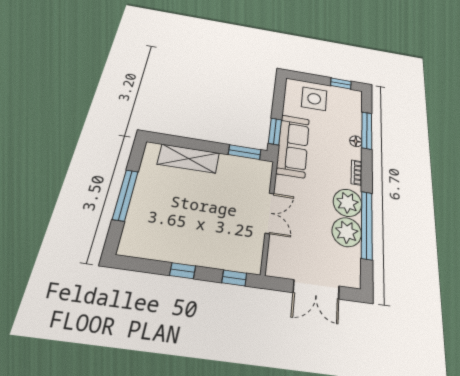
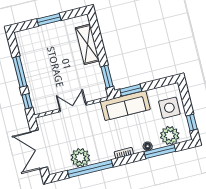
window: (125, 195) -> (49, 20), width x0.69
plant: (347, 203) -> (170, 135), moved
double door: (269, 213) -> (73, 107), swing flipped
window: (183, 271) -> (20, 72), width x2.17
double door: (316, 289) -> (39, 149), width x1.37

